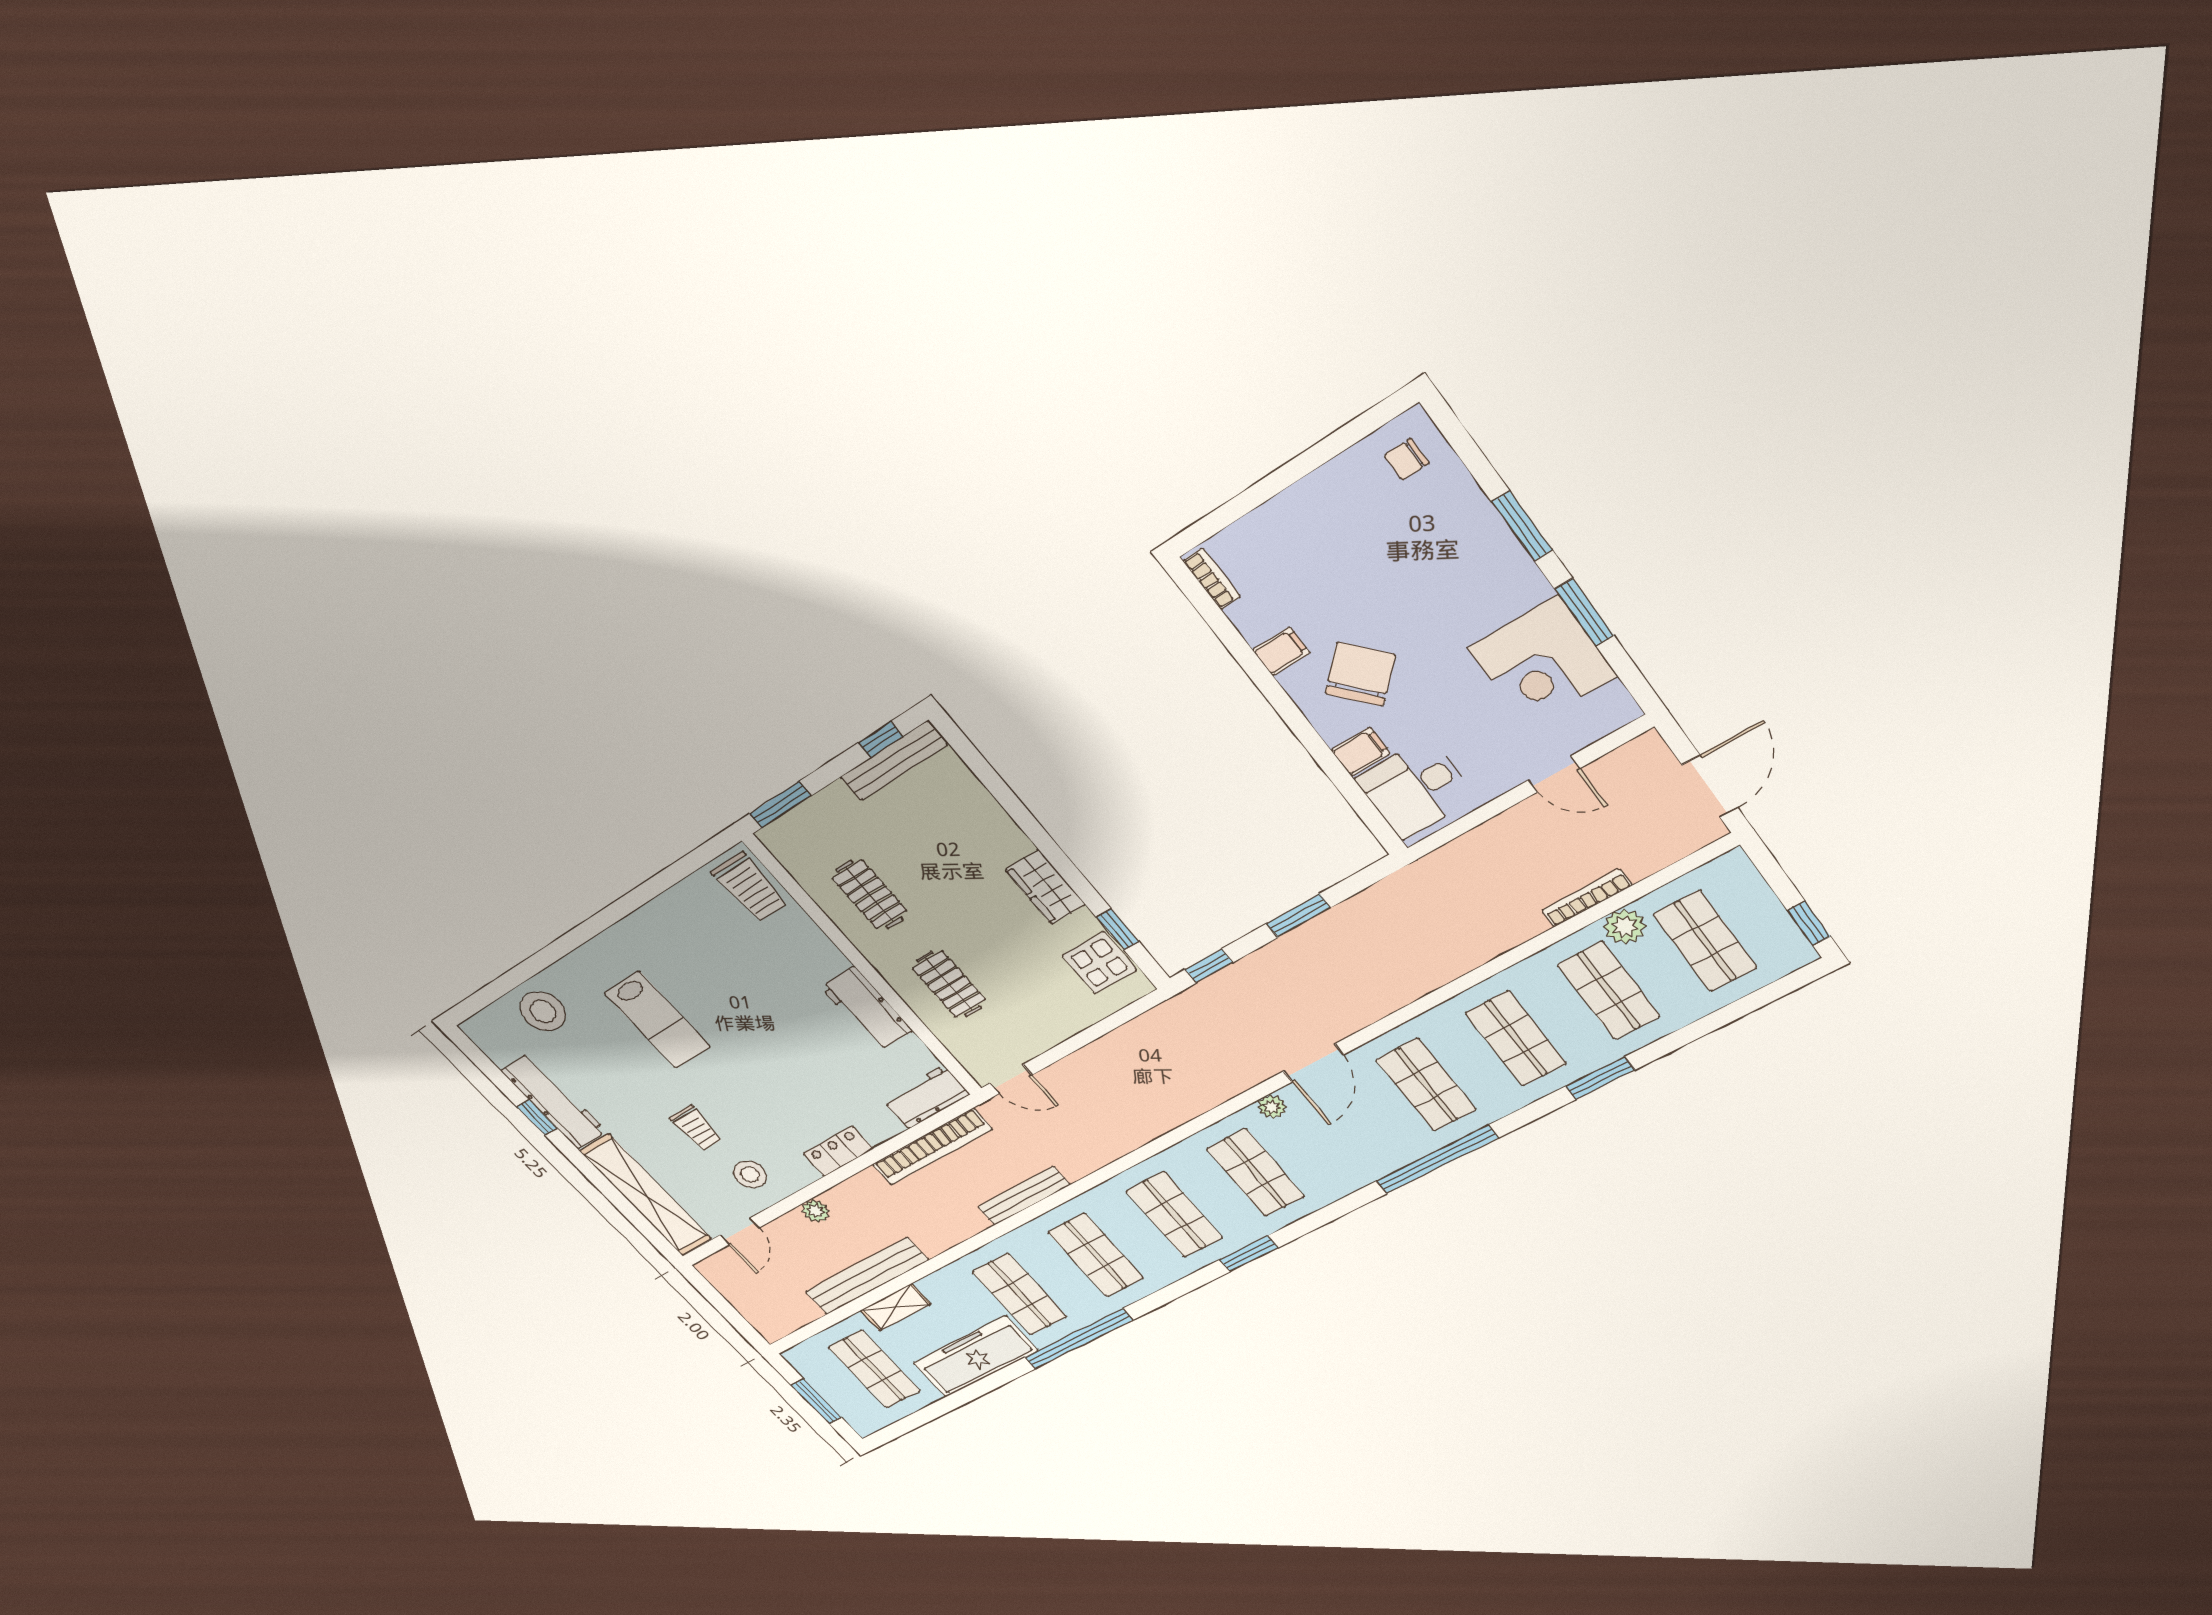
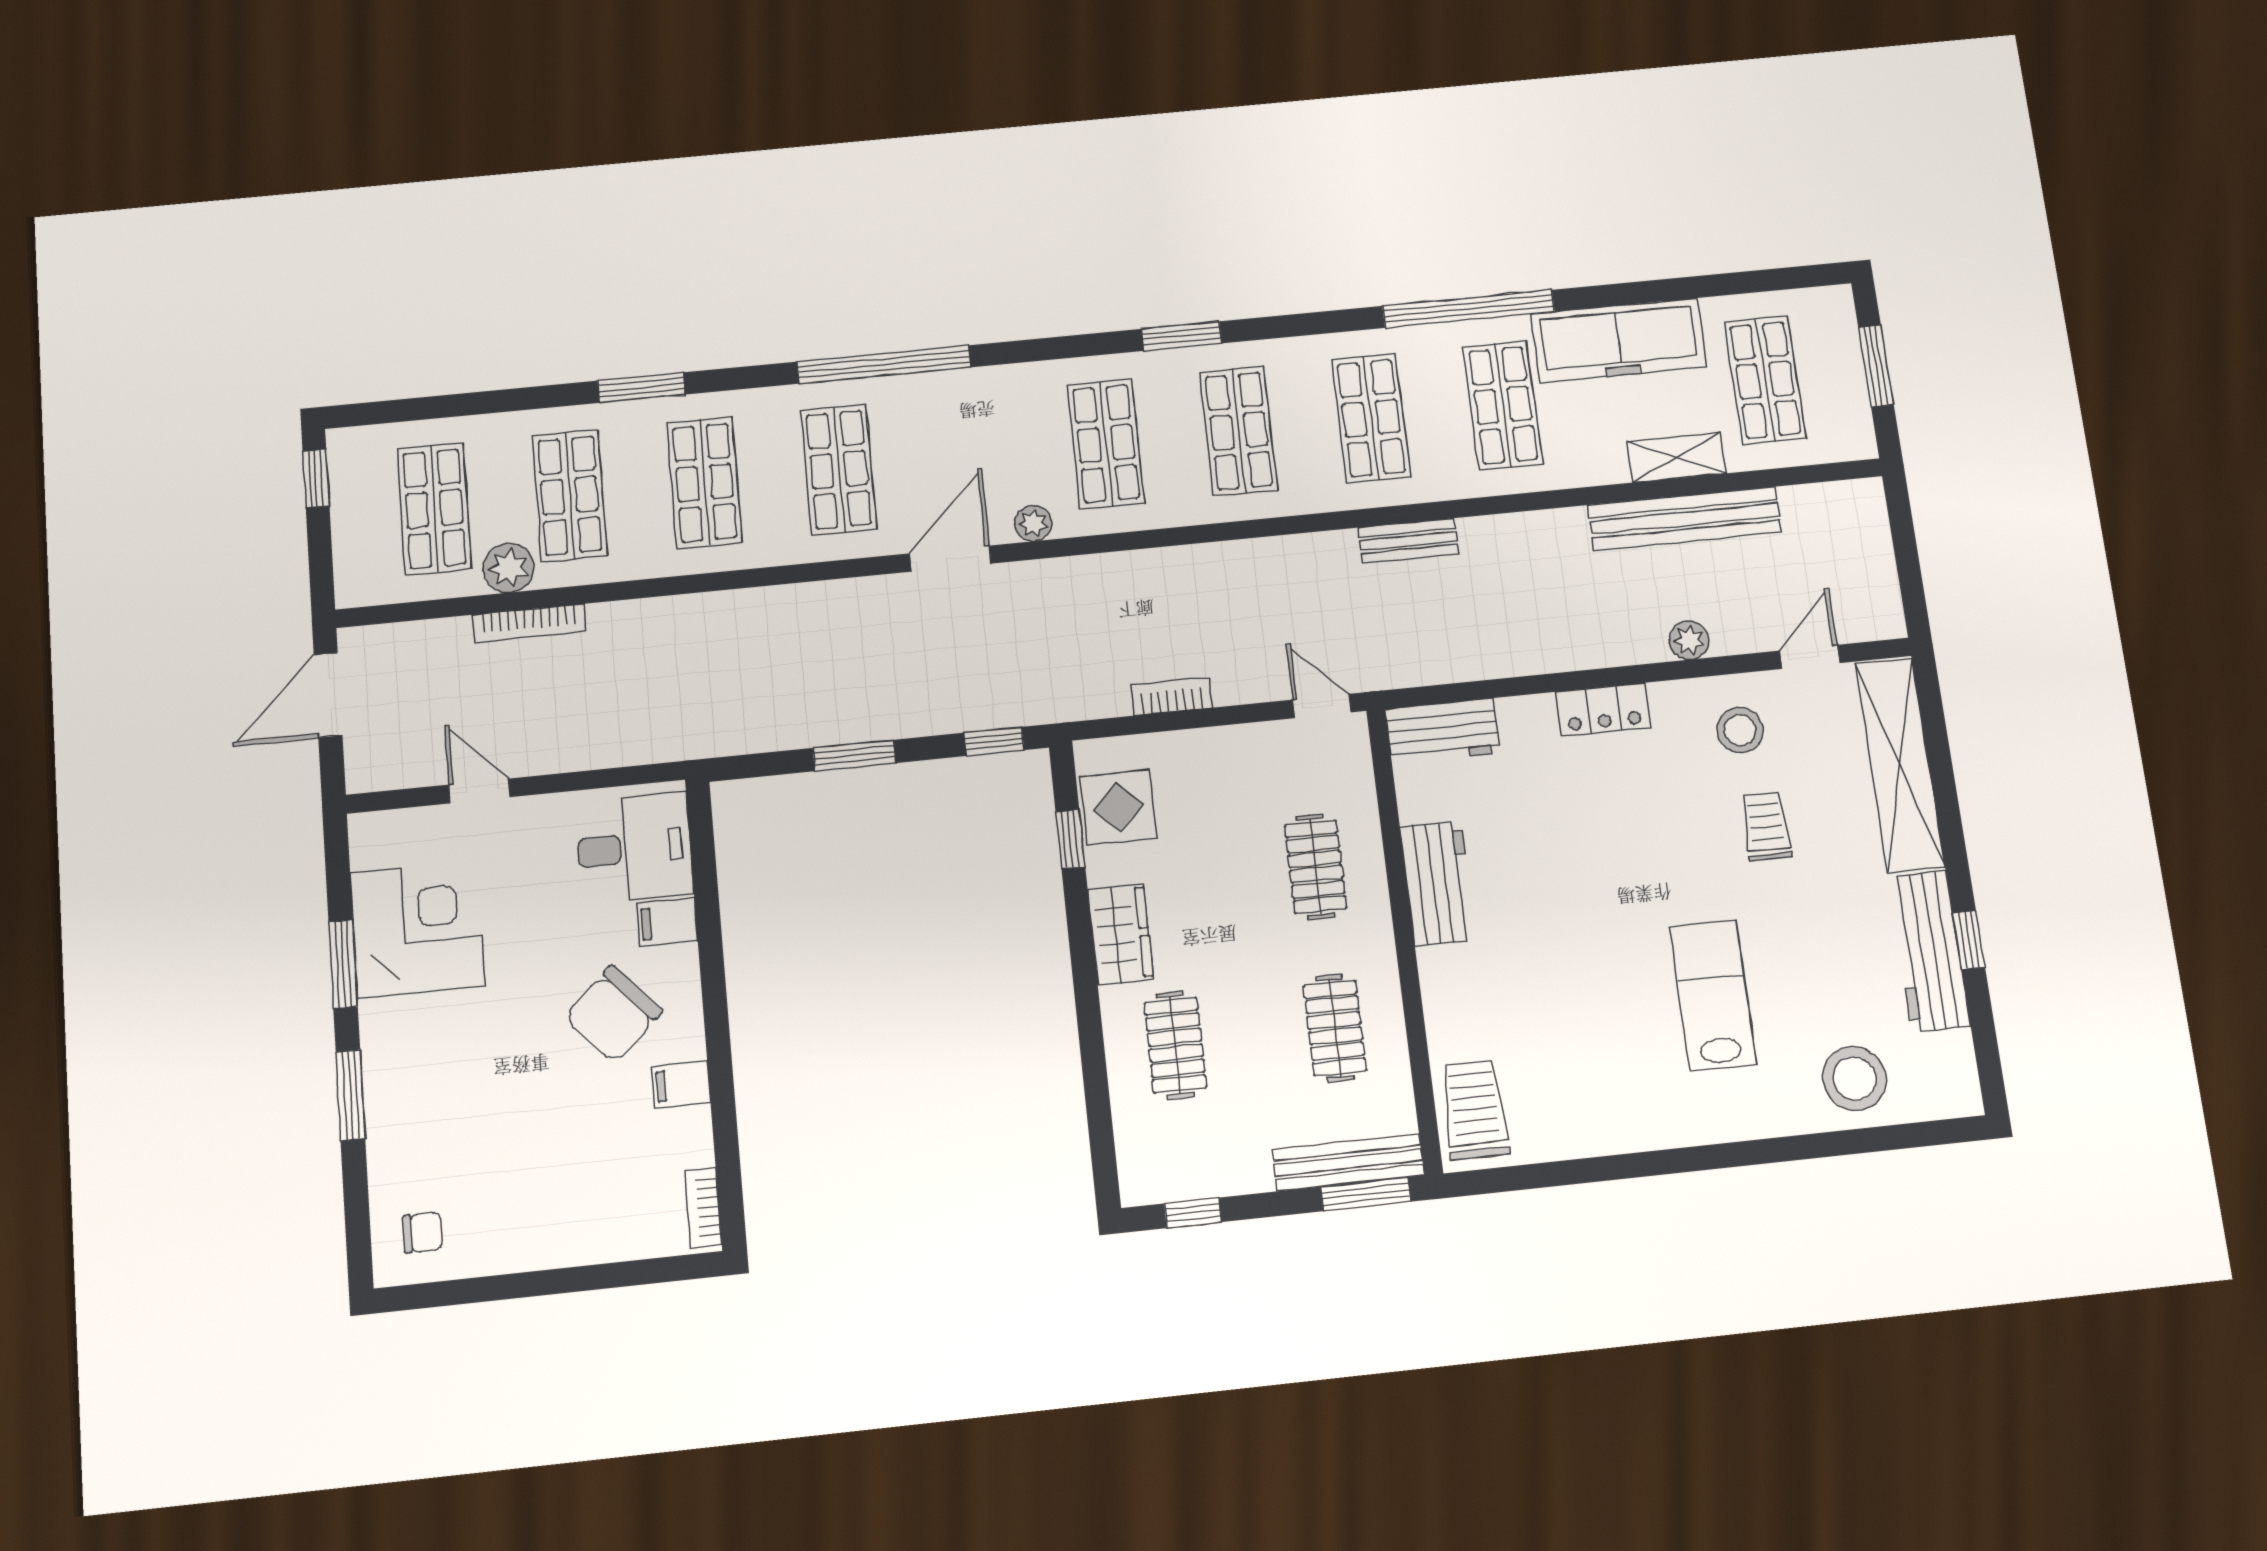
bench: (894, 761) -> (1348, 1162), moved
clothes rail: (963, 837) -> (1175, 1045), added
bookcase: (932, 1147) -> (1172, 696), moved, width x0.43, depth x0.76
bench: (1024, 1196) -> (1408, 541), width x0.73

